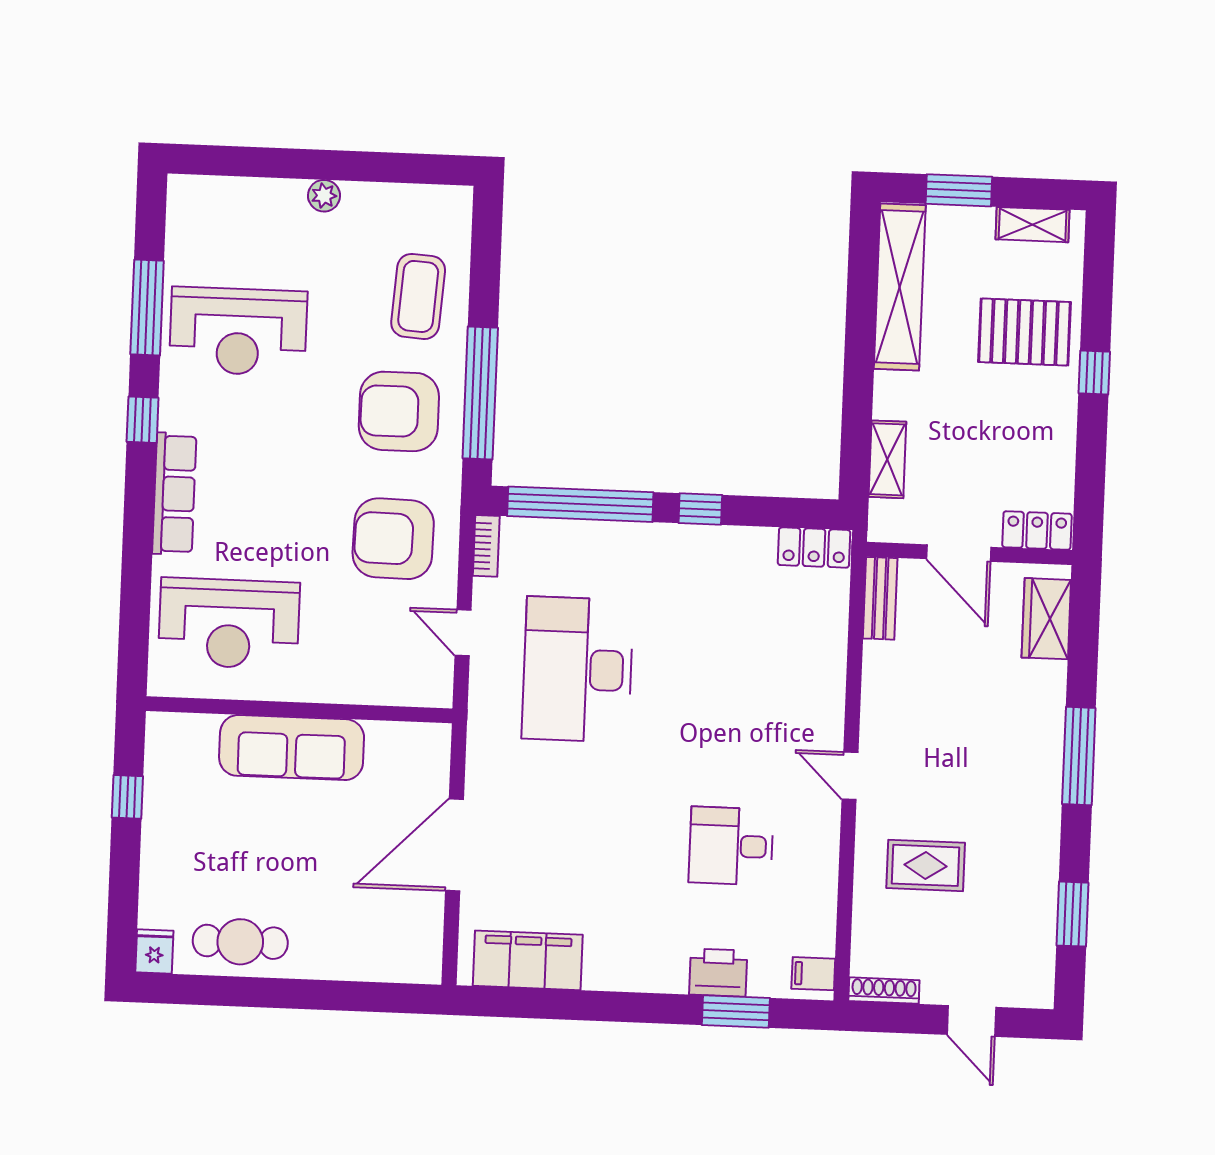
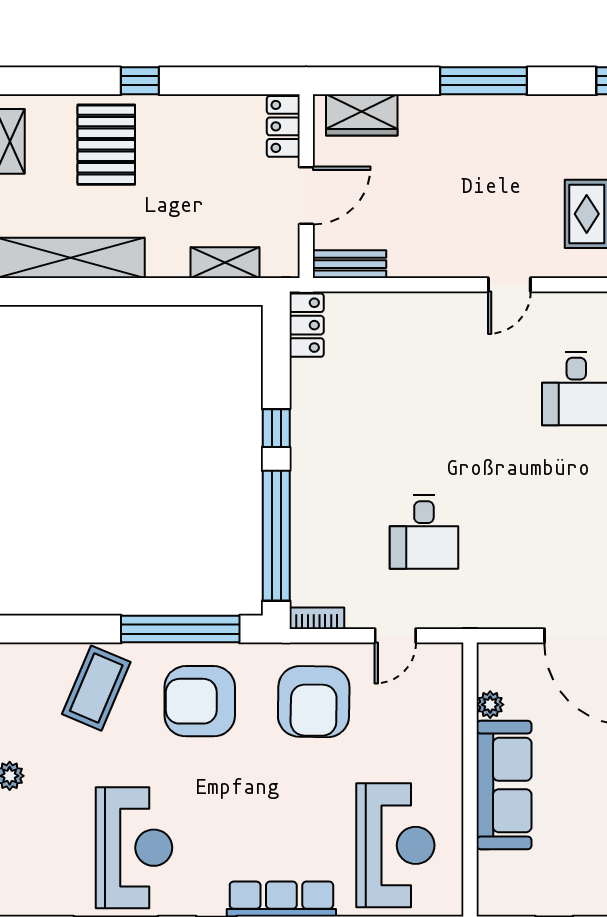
coffee table: (418, 296) -> (96, 688), turned -71
armchair: (399, 411) -> (200, 701), turned 90
desk: (578, 669) -> (424, 532), width x0.53, depth x0.77
plant: (382, 736) -> (490, 705), added

